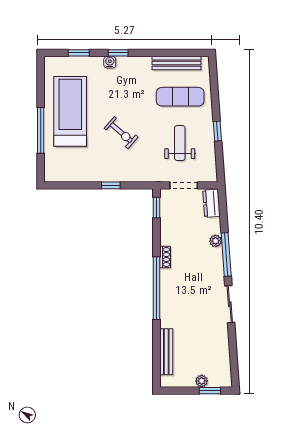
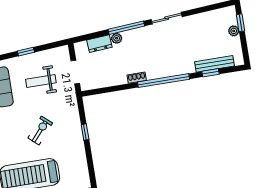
dresser: (211, 203) -> (99, 44), moved
window: (156, 207) -> (211, 73), moved

